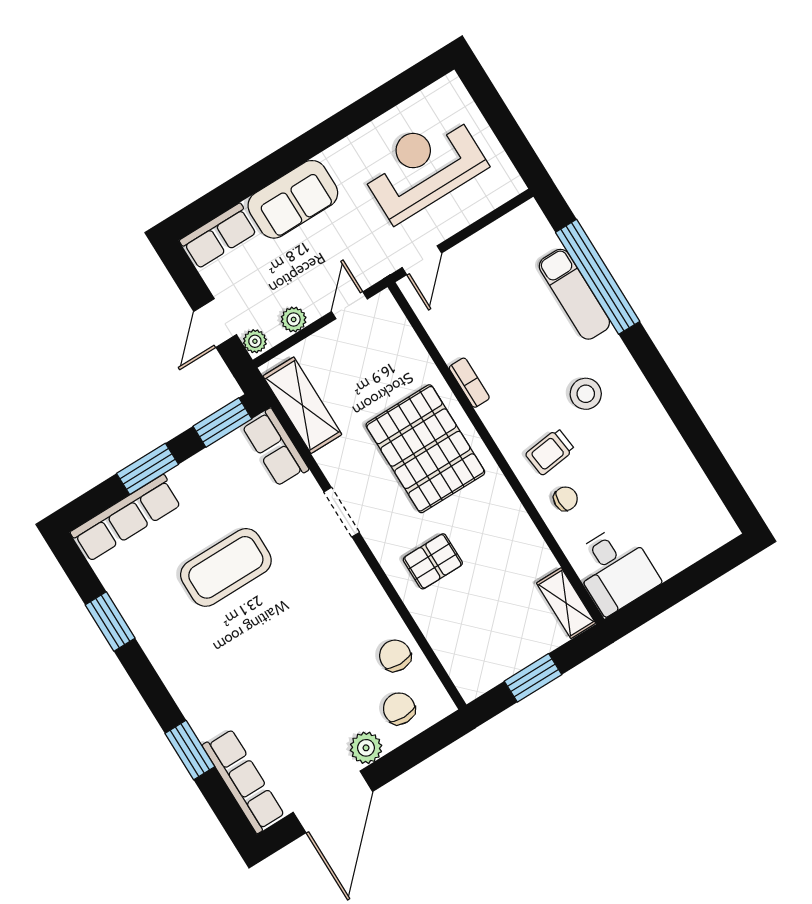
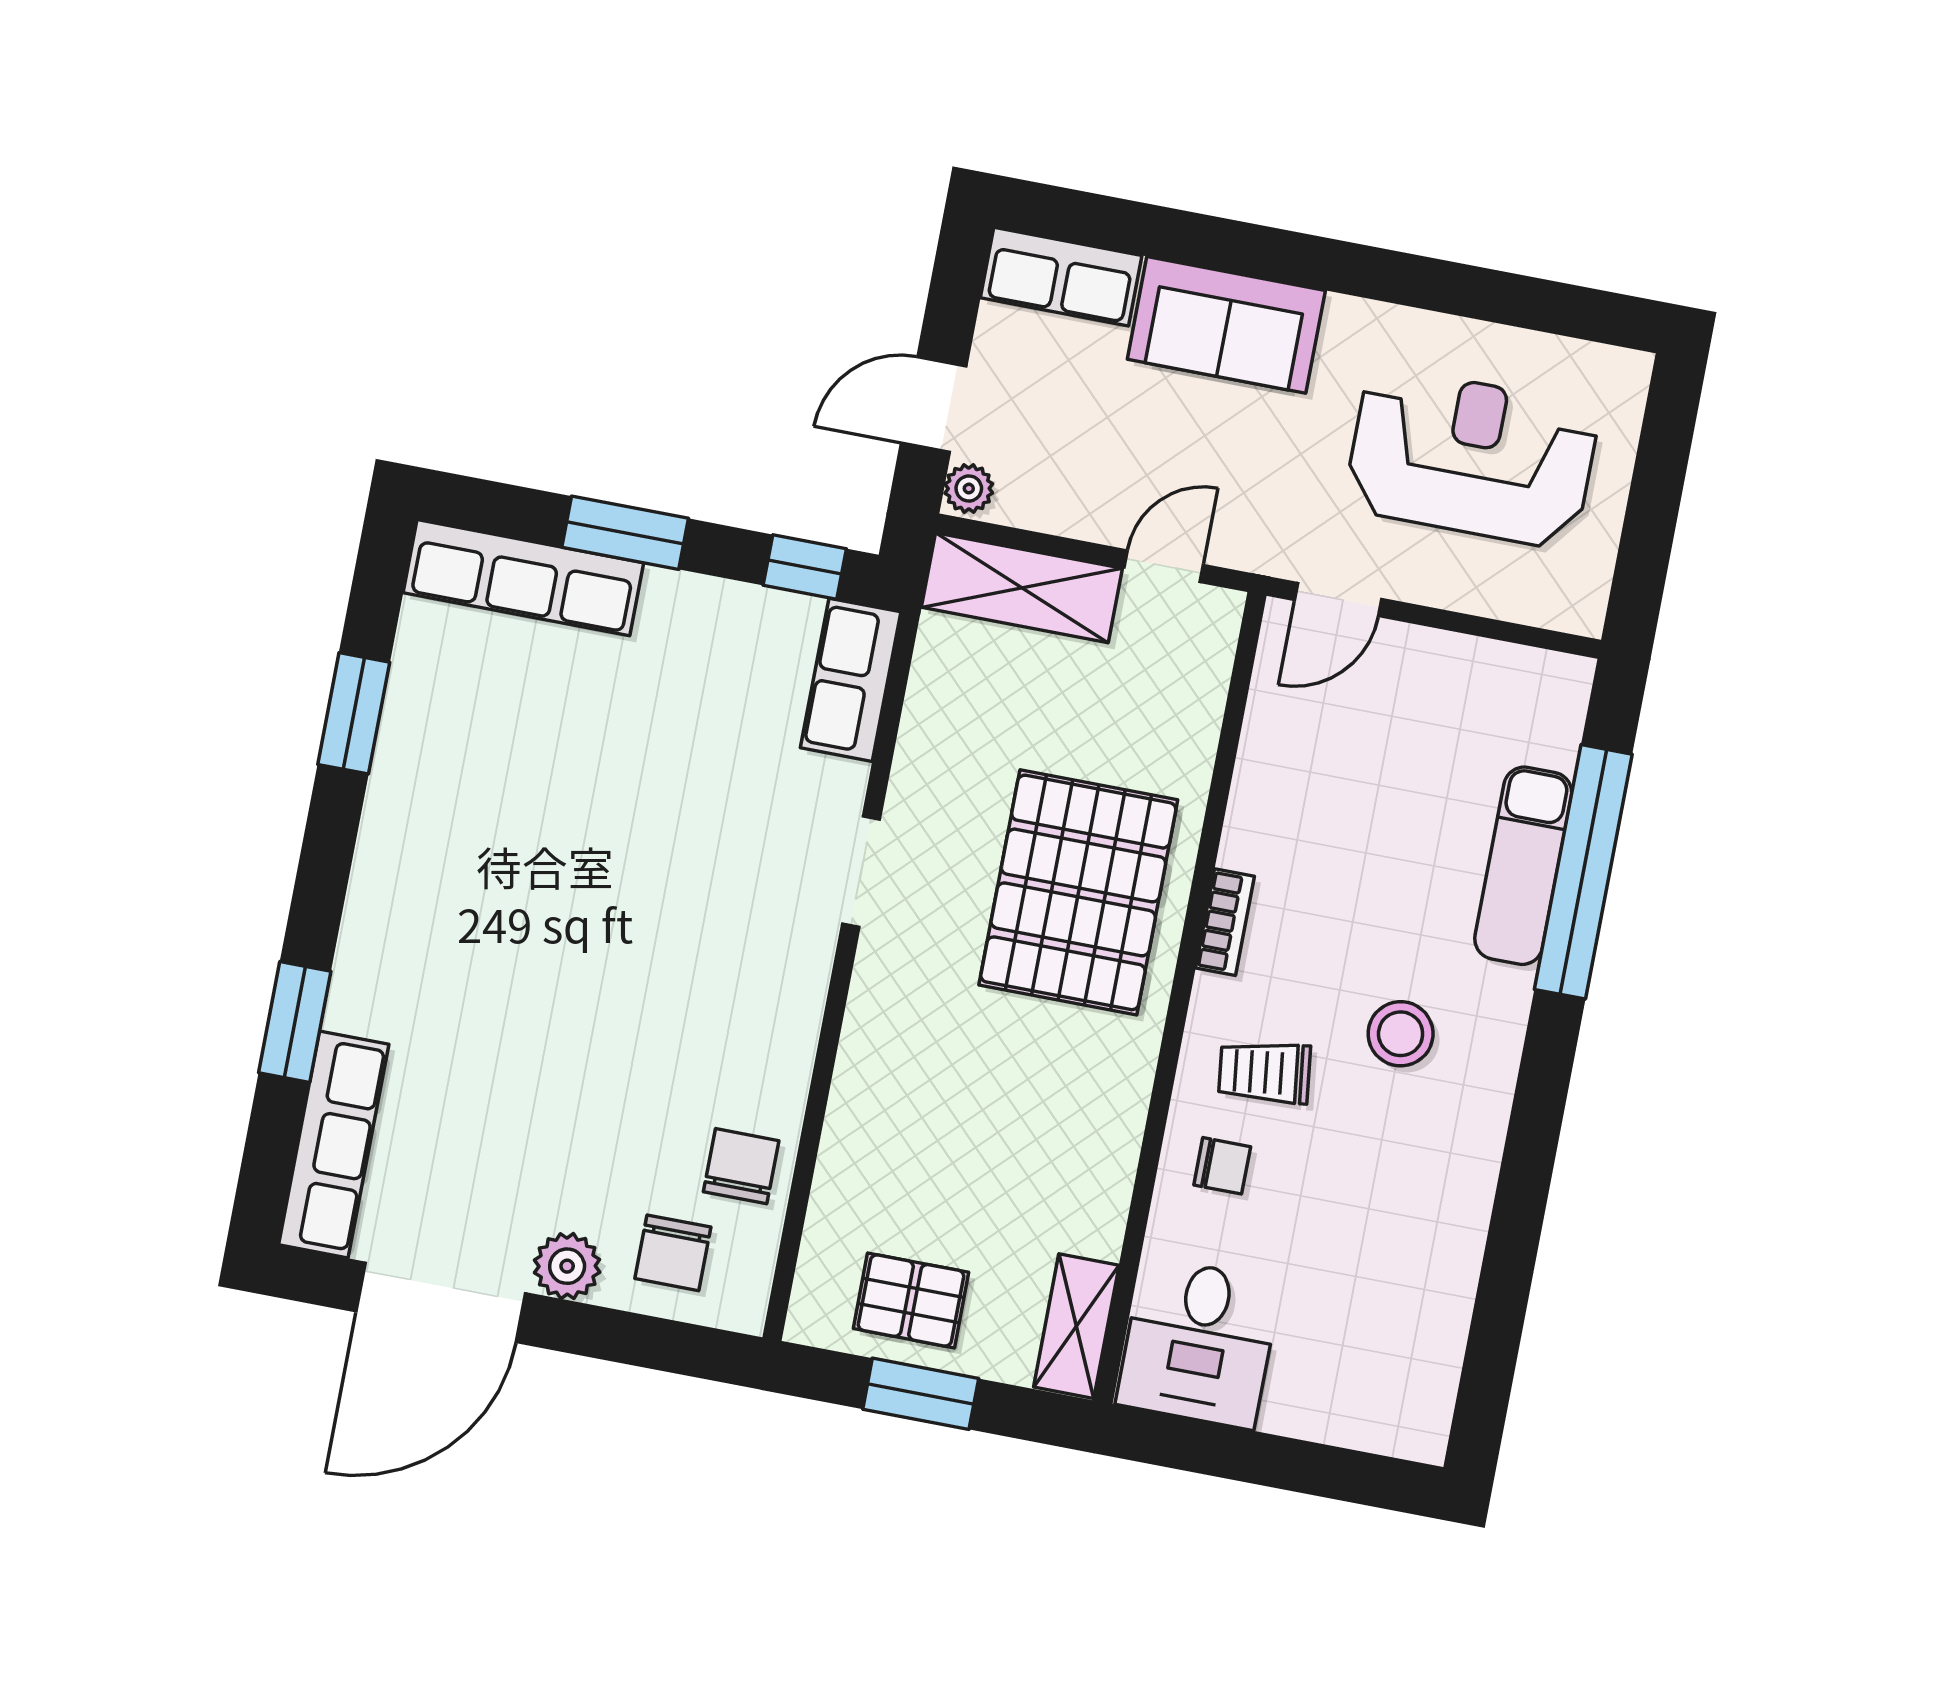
plant: (294, 319) -> (1059, 510), removed
bookcase: (469, 383) -> (1225, 922), moved
shelving: (302, 405) -> (1022, 588), moved, turned 90
window: (222, 423) -> (805, 567), width x0.67
pallet: (433, 561) -> (911, 1300), moved
coffee table: (226, 567) -> (606, 793), removed
chair: (399, 709) -> (673, 1253), turned 180

